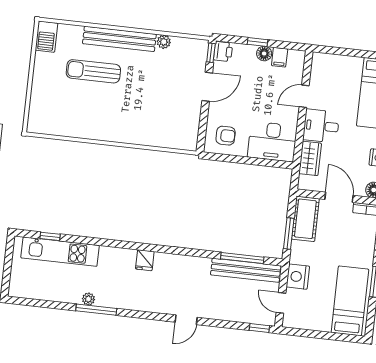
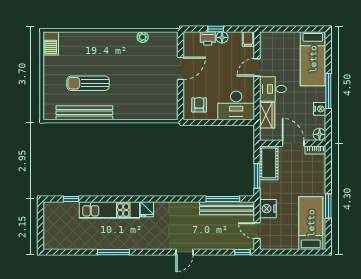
bench: (119, 39) -> (84, 113), moved
printer: (223, 52) -> (208, 38), moved, turned 90
window: (211, 53) -> (180, 41), removed
filing cabinet: (280, 57) -> (248, 39), moved
sun lounger: (93, 71) -> (88, 83), moved
armchair: (226, 136) -> (199, 105), turned -90
kitchen unit: (60, 252) -> (109, 210), moved
plant: (88, 299) -> (106, 244), removed

